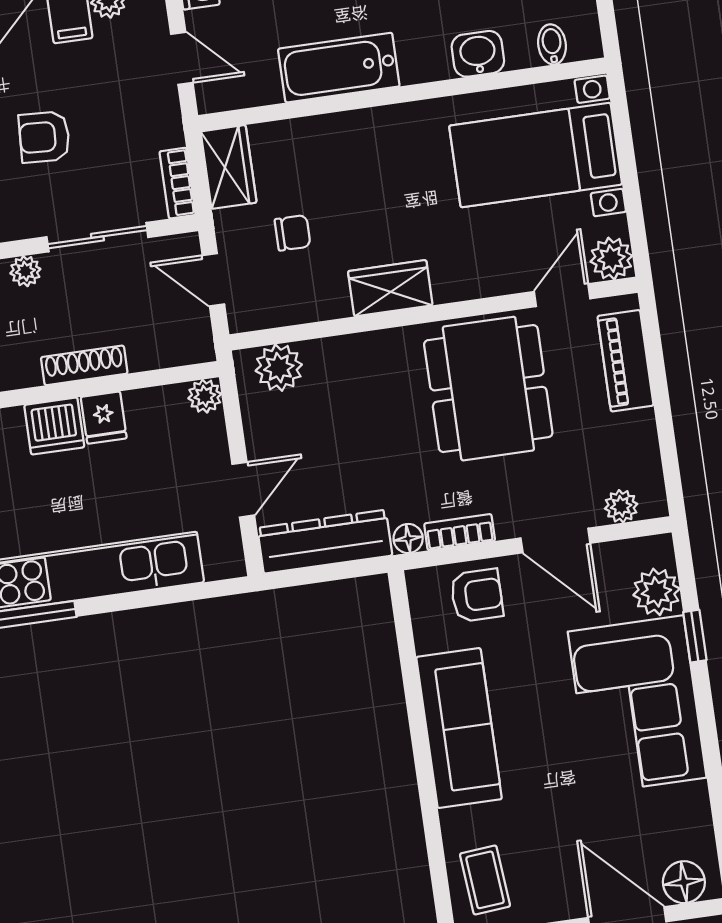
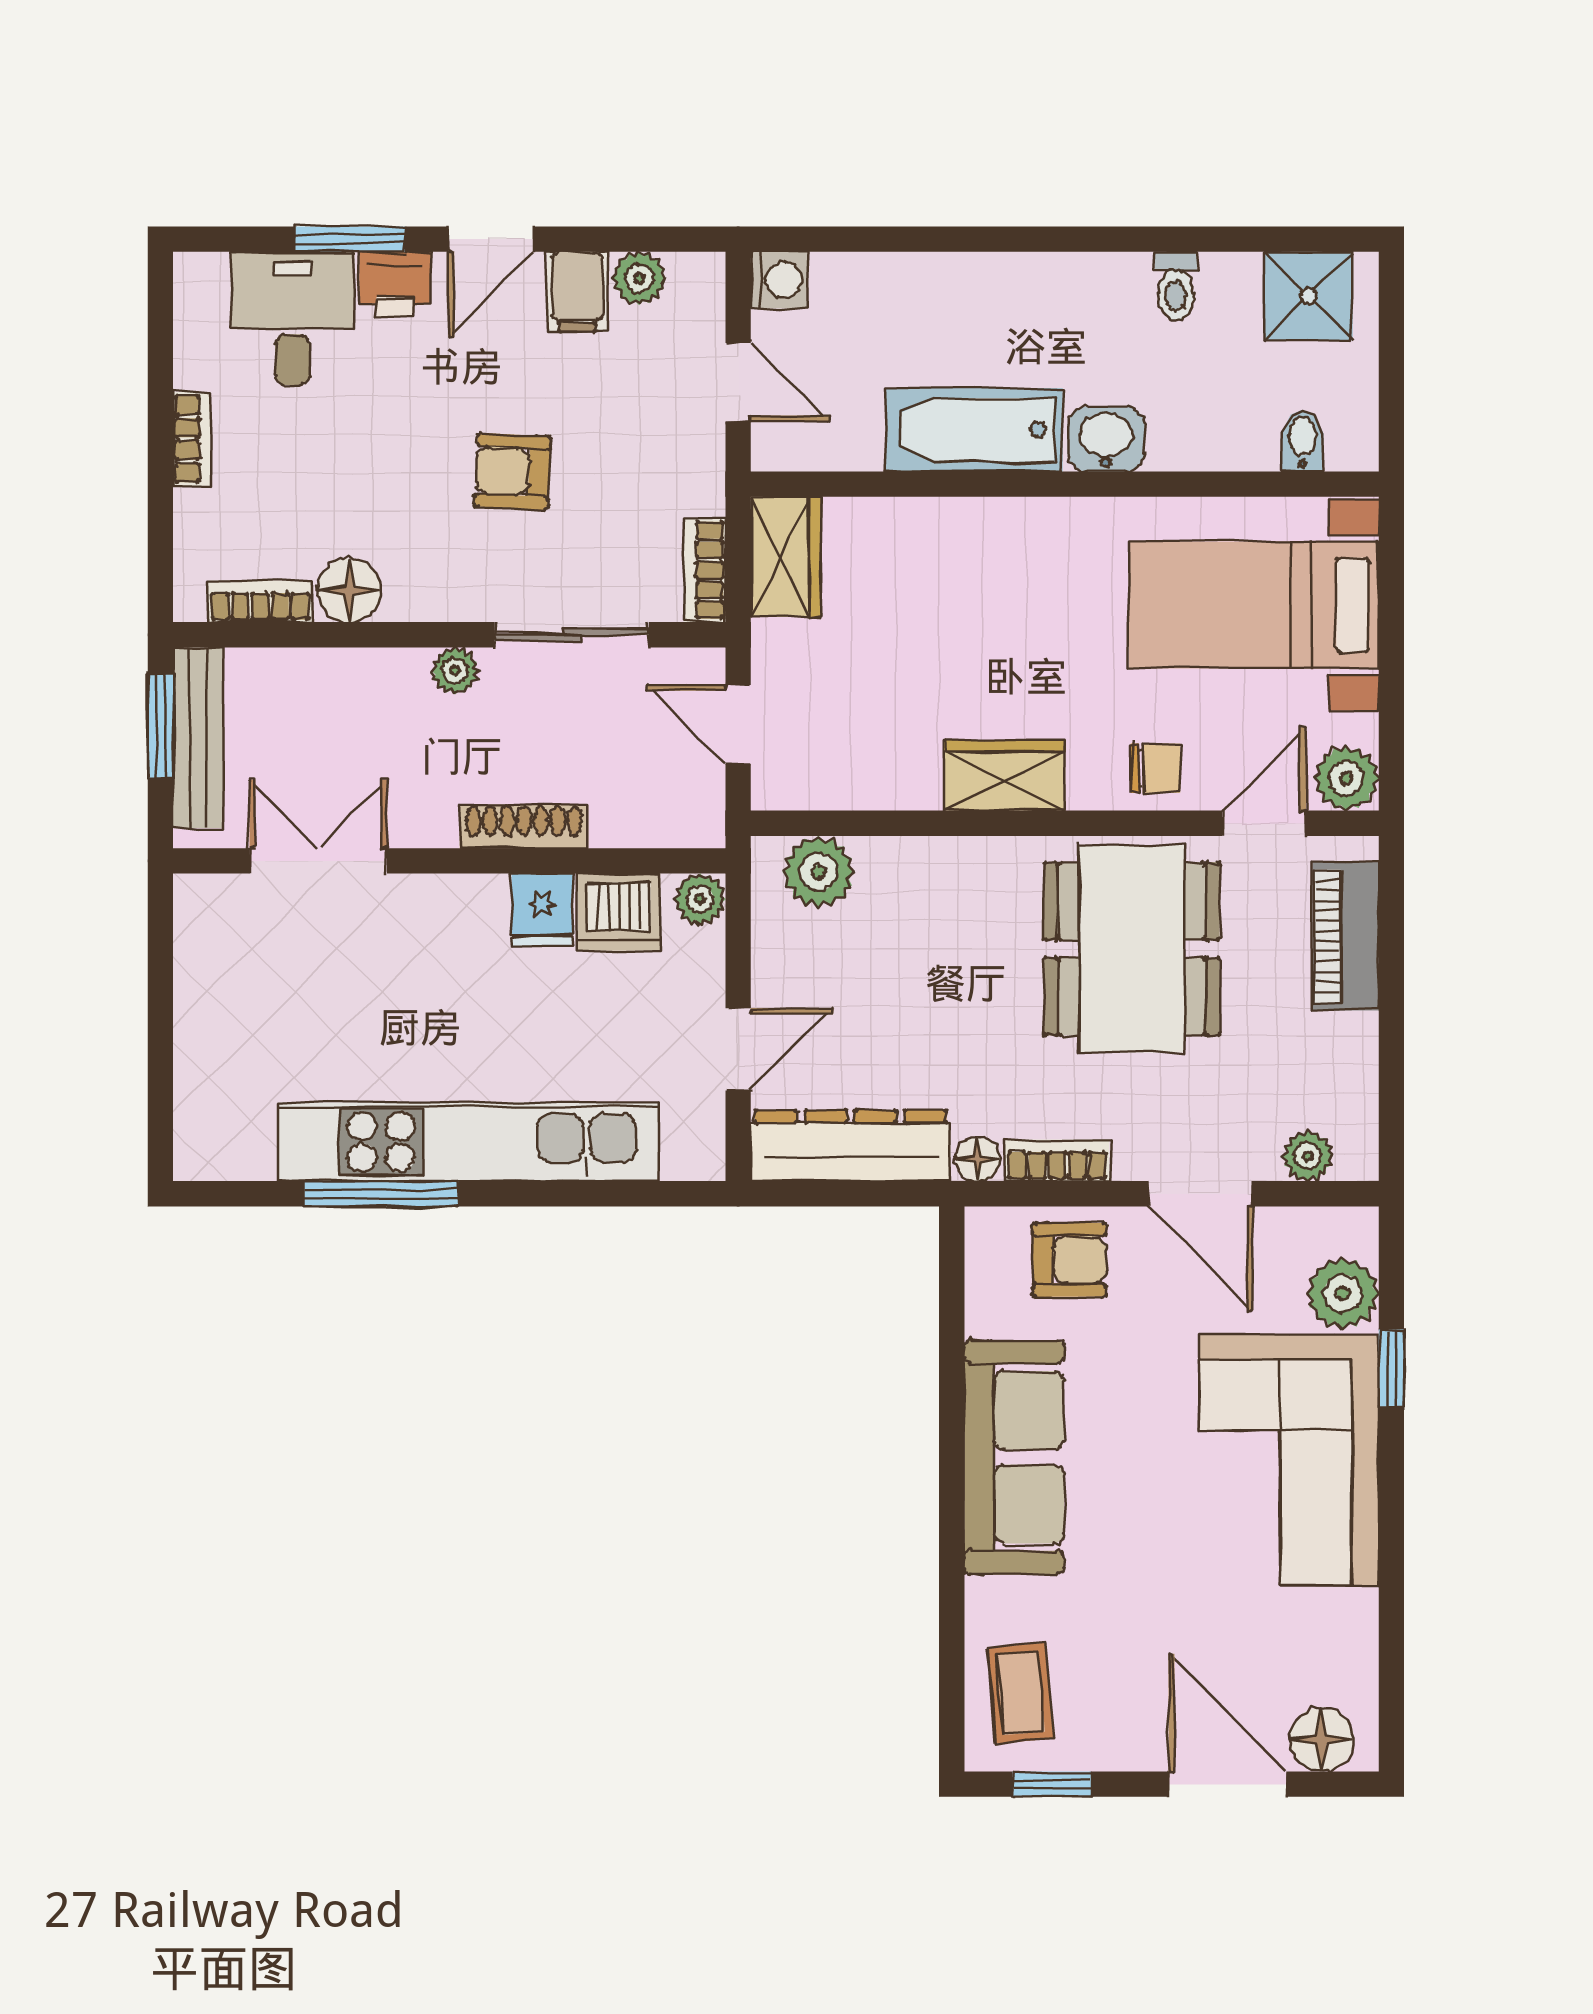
washbasin: (478, 54) -> (1106, 439), moved
chair: (293, 233) -> (1155, 768), moved
dishwasher: (54, 426) -> (619, 912), moved

